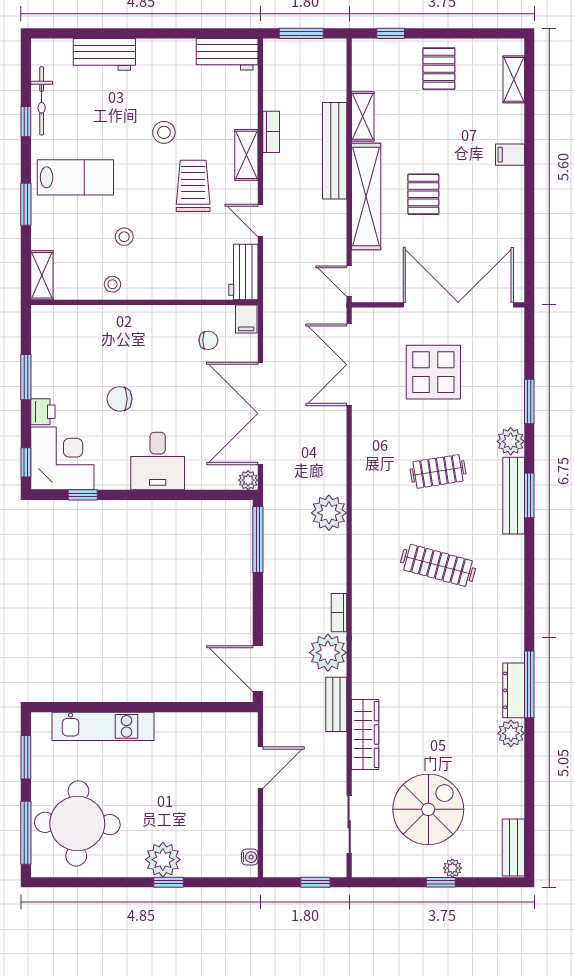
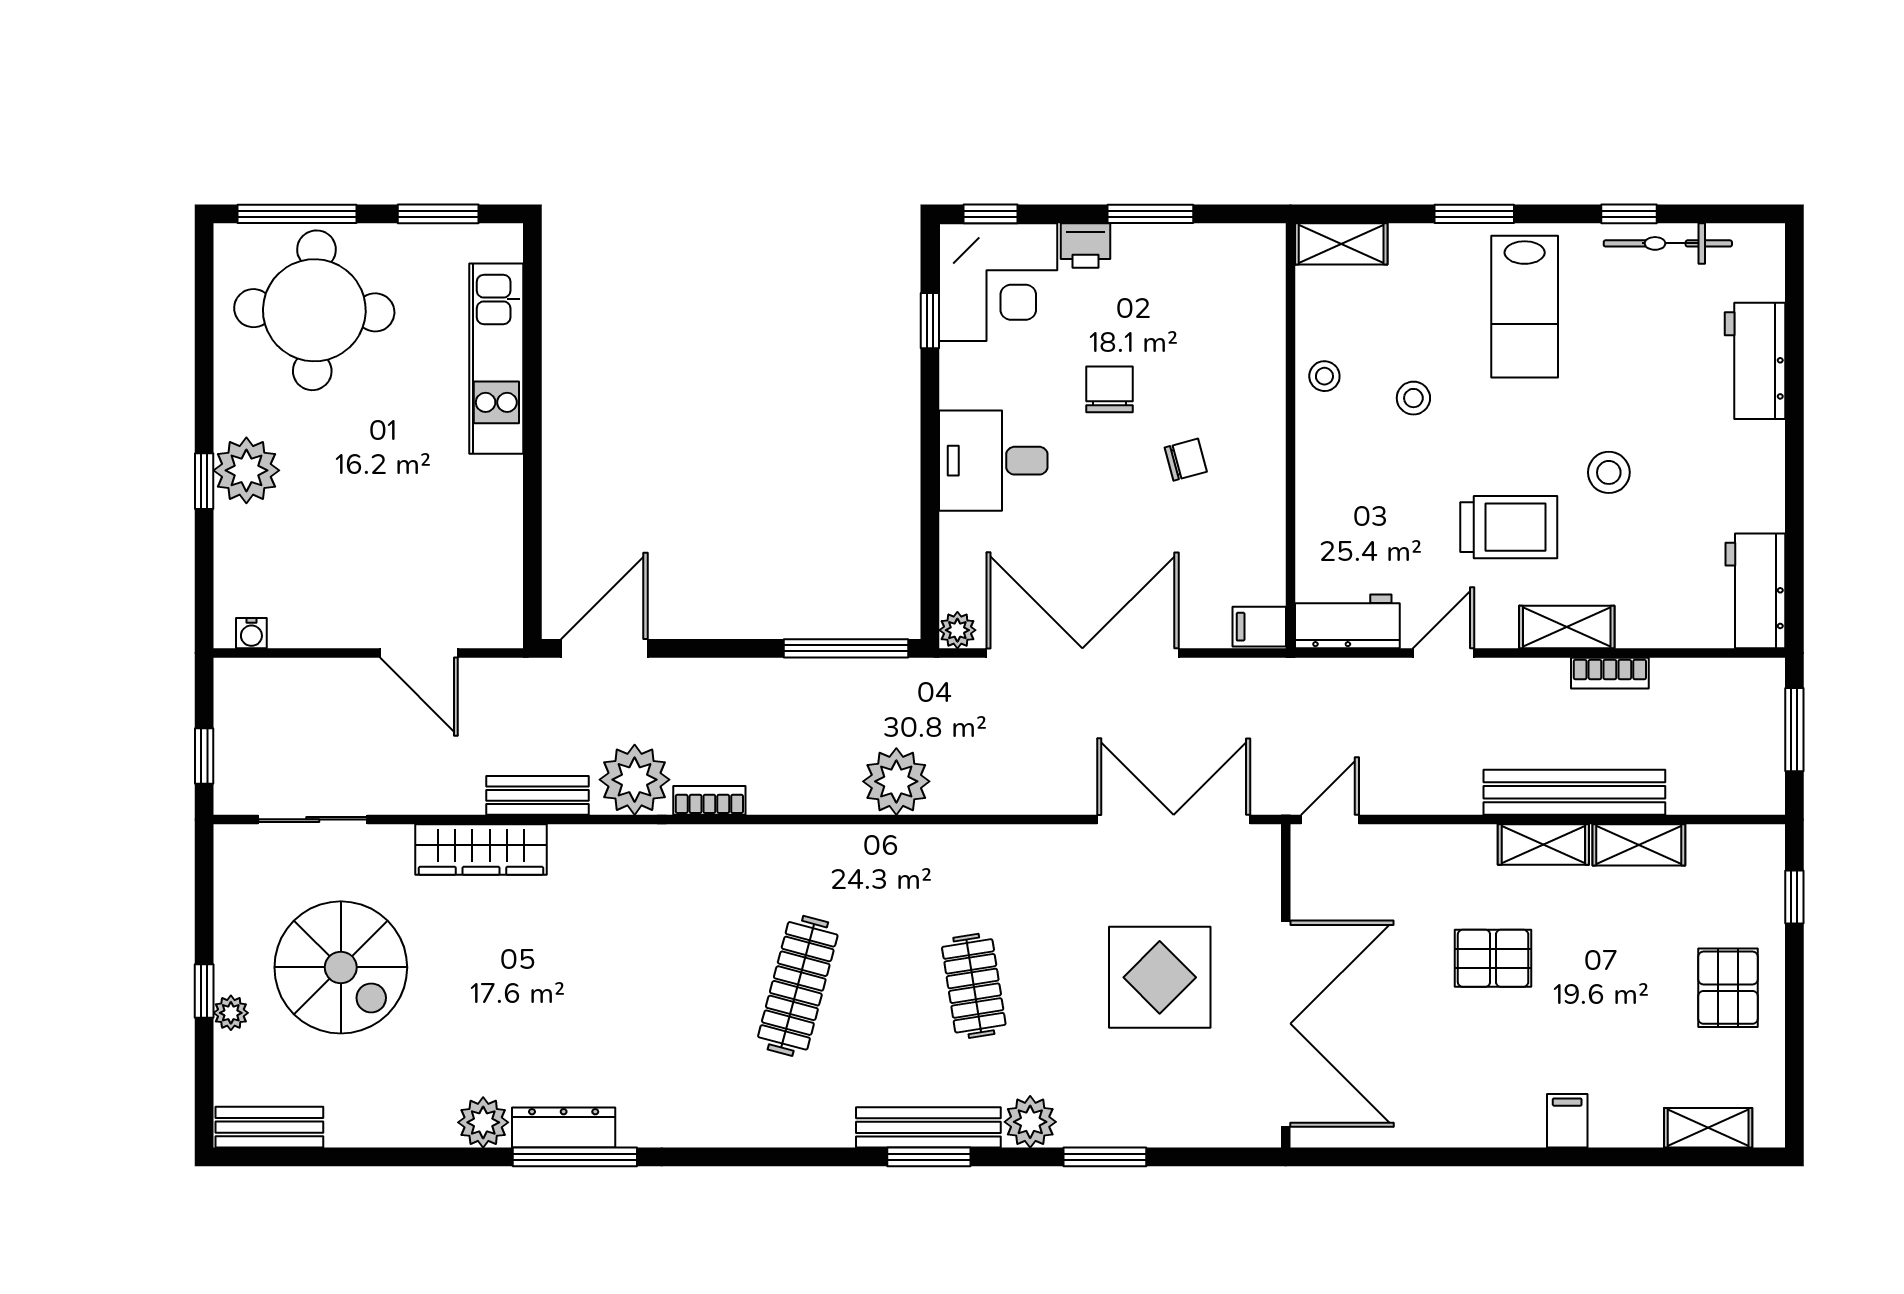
pallet: (439, 69) -> (1728, 988), turned 90
shelving: (366, 196) -> (1543, 845), width x0.45, depth x0.75
chair: (208, 340) -> (1186, 460), moved, turned -105

